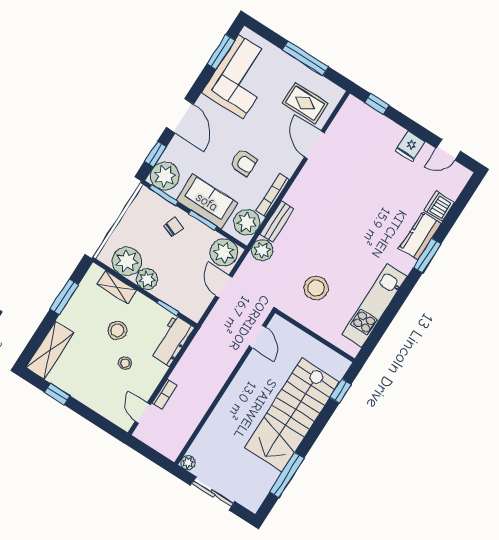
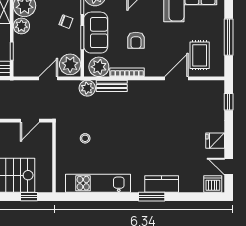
dishwasher: (439, 206) -> (213, 184), moved
stool: (316, 288) -> (85, 138), width x0.53, depth x0.53

